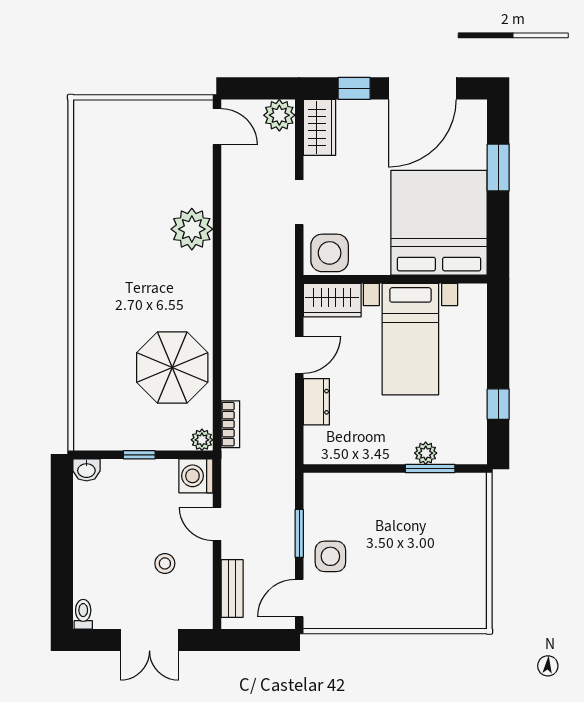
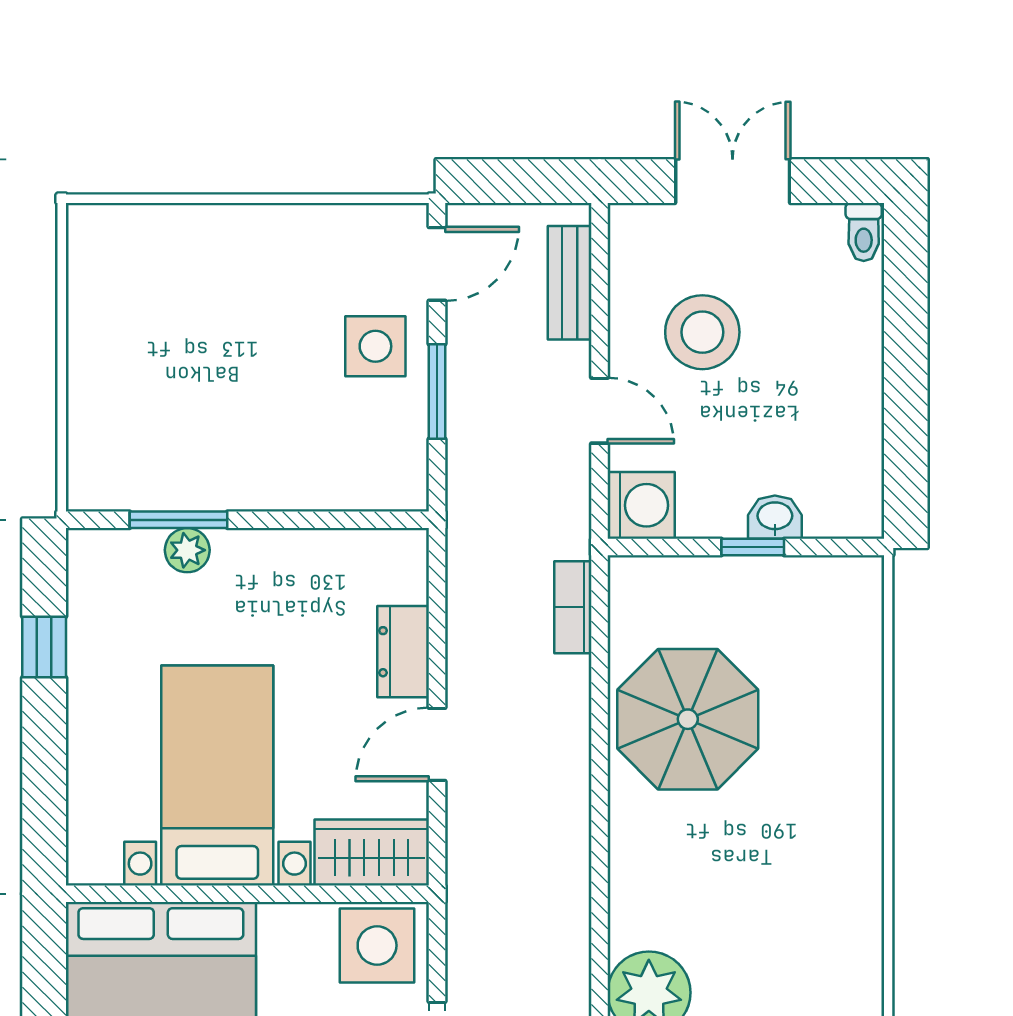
plant: (202, 440) -> (629, 576), removed
washbasin: (86, 470) -> (775, 517), moved
stool: (165, 563) -> (702, 332), width x1.89, depth x1.89

